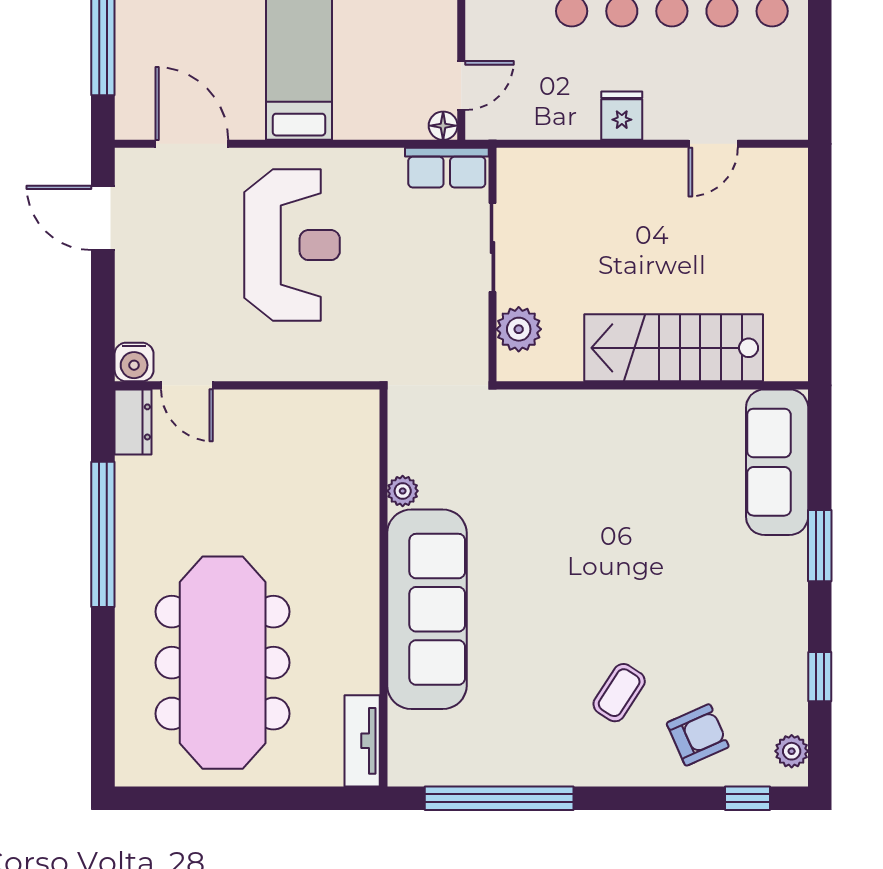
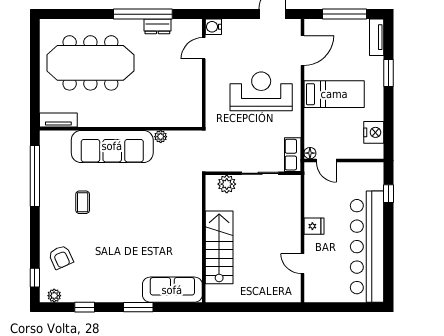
reception desk: (292, 245) -> (261, 91), turned 180
dresser: (133, 422) -> (157, 26), moved
coffee table: (619, 693) -> (83, 202), moved, turned 57

